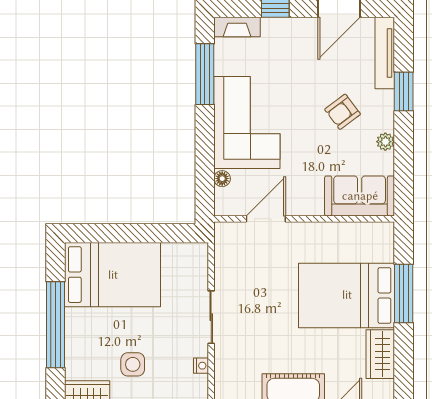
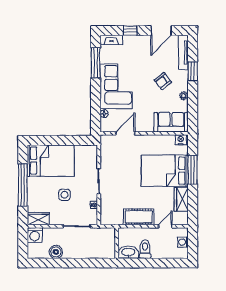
nightstand: (379, 232) -> (181, 140), added
side table: (133, 364) -> (64, 195), moved

